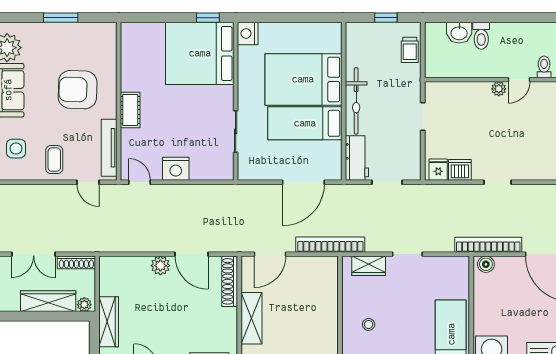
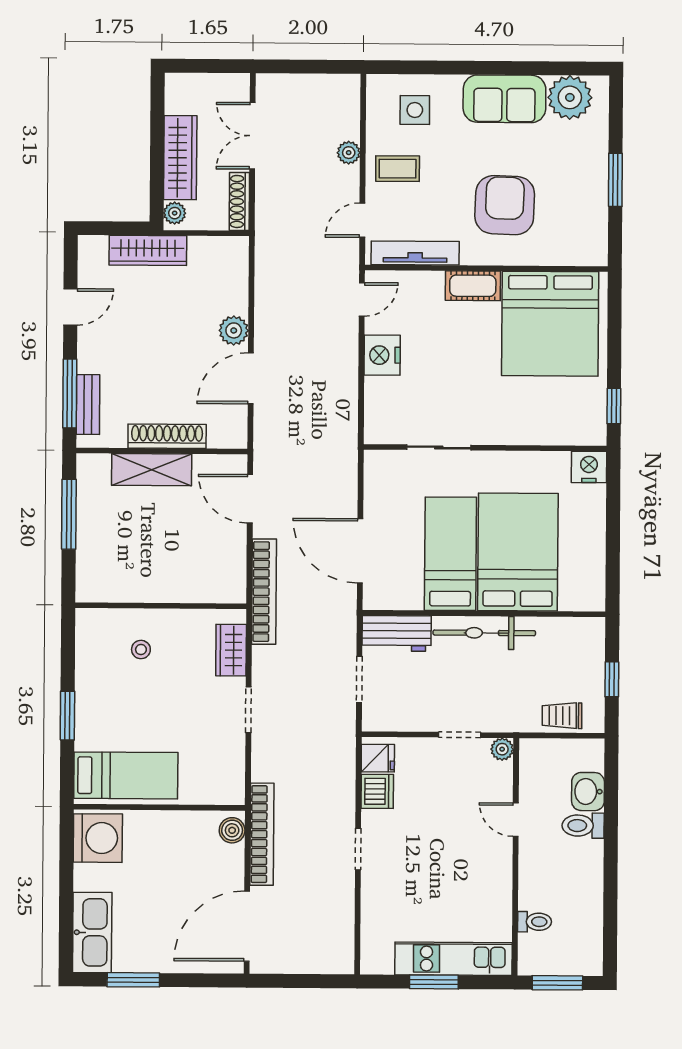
bed: (200, 53) -> (550, 324), moved, turned 180
door: (519, 80) -> (516, 820), moved
plant: (499, 89) -> (502, 749), moved
plant: (44, 191) -> (349, 153), added
shoe rack: (230, 281) -> (167, 436), moved

